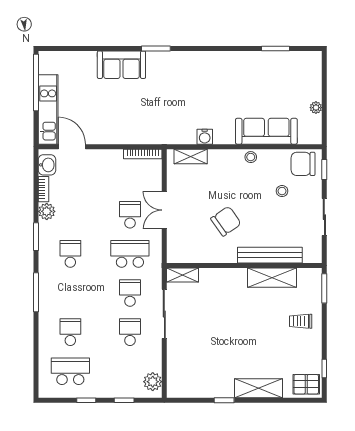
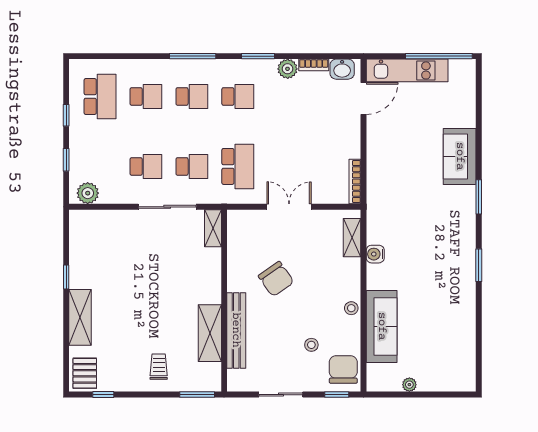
window: (275, 48) -> (479, 265), moved
school desk: (130, 215) -> (192, 96), moved

